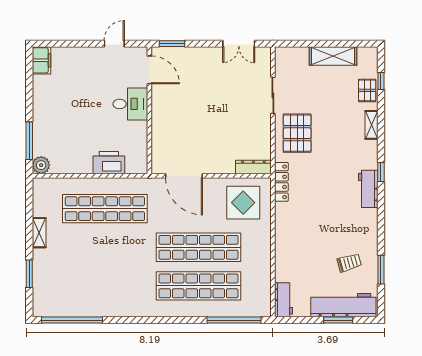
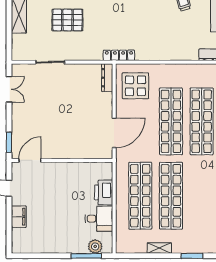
filing cabinet: (41, 60) -> (19, 217), moved, turned 90
desk: (130, 104) -> (99, 219), moved, turned 90
pallet: (297, 133) -> (67, 20), moved
plant: (41, 165) -> (95, 246), moved
shop shelf: (105, 247) -> (171, 196), added

